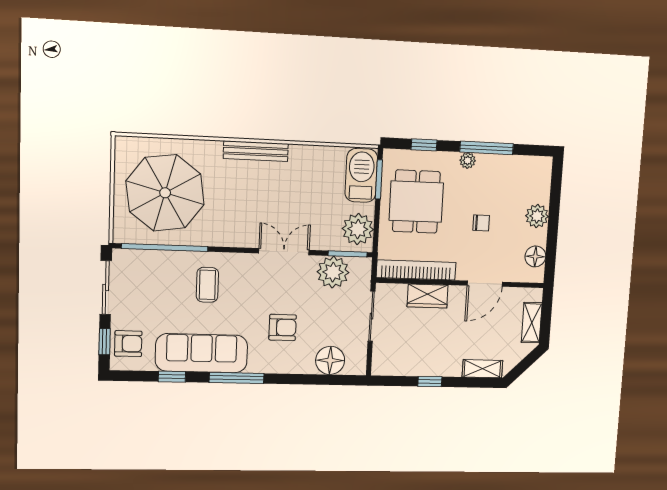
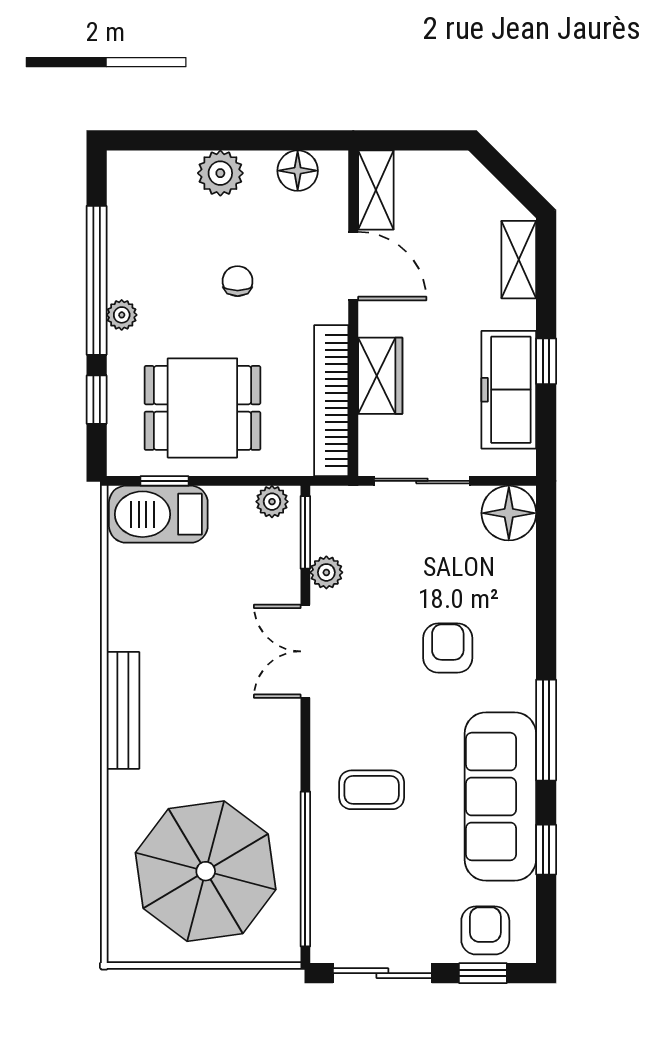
window: (487, 148) -> (97, 280), width x1.46
window: (379, 179) -> (164, 481), width x0.67
plant: (358, 229) -> (272, 502), width x0.53, depth x0.53
plant: (333, 272) -> (326, 572), width x0.53, depth x0.53
shelving: (532, 323) -> (376, 190), moved, turned 90
floor lamp: (330, 360) -> (509, 513), moved
freezer: (416, 362) -> (509, 390), added

